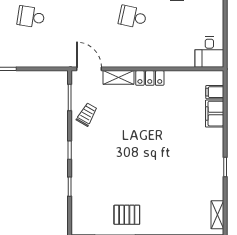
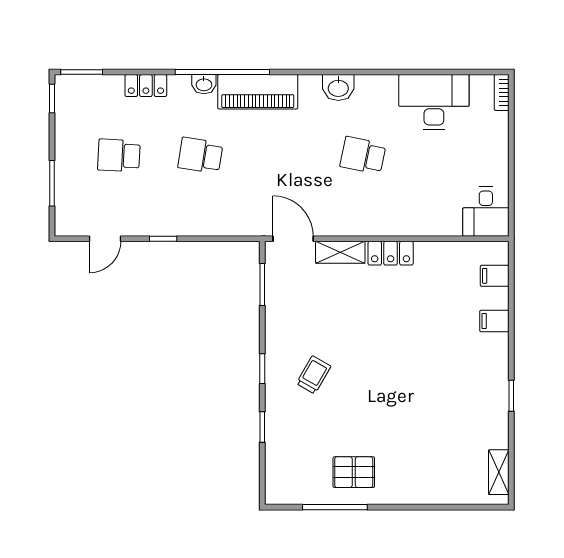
trolley: (87, 114) -> (314, 375), moved
filing cabinet: (215, 114) -> (494, 321), width x0.50

